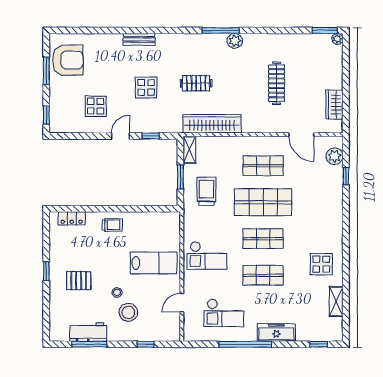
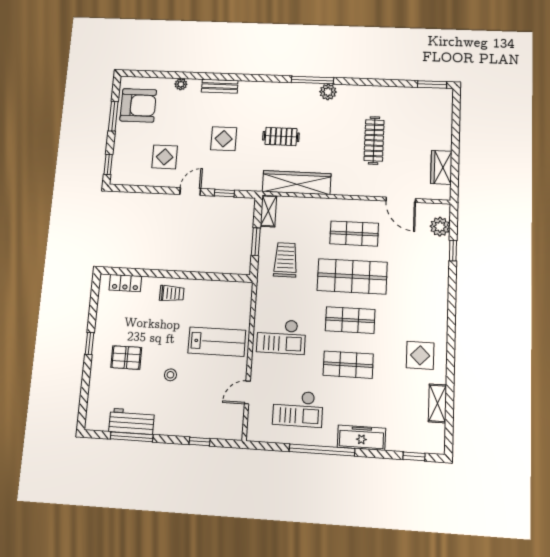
plant: (337, 39) -> (181, 84), moved
stool: (128, 312) -> (182, 400), removed

